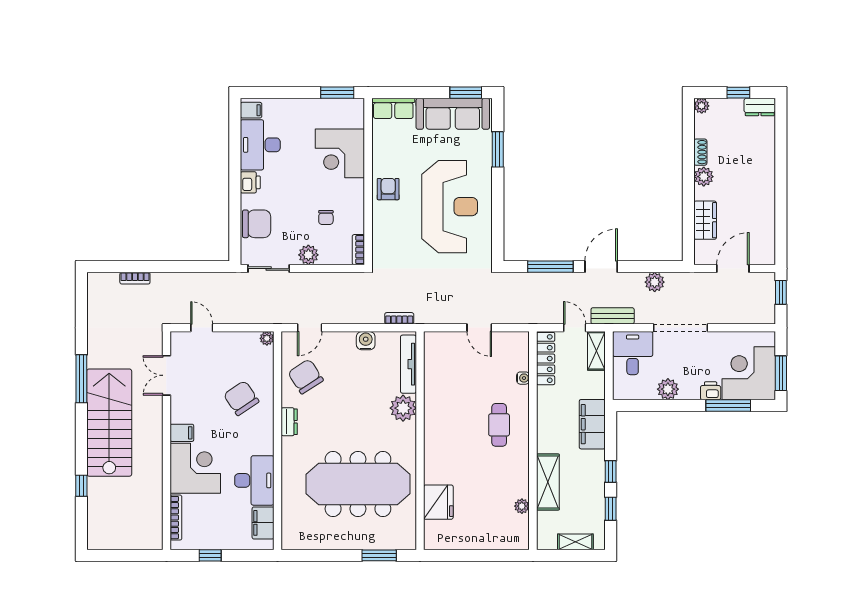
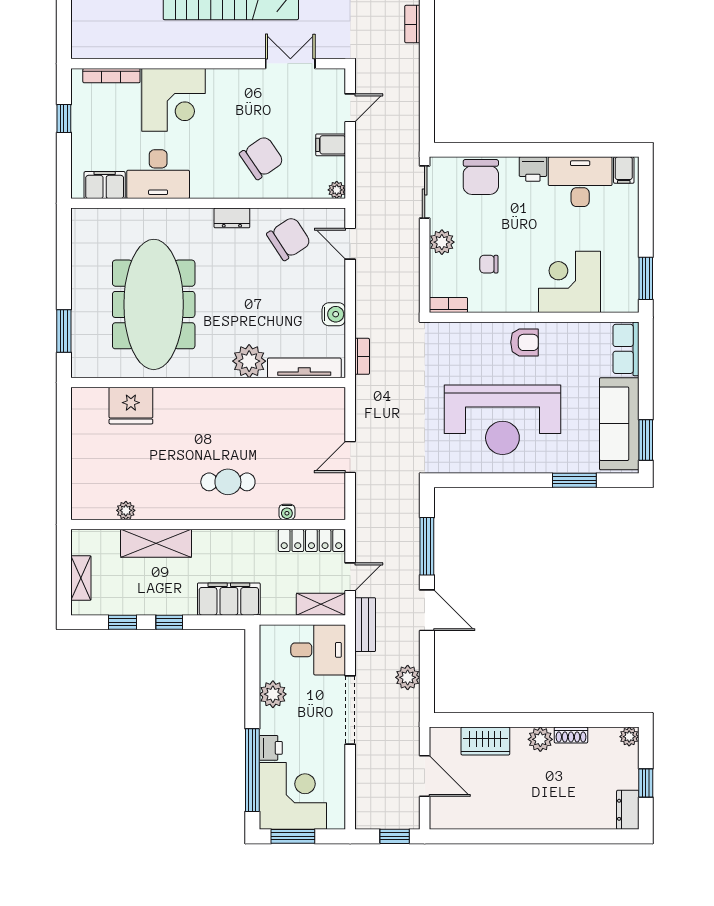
window: (728, 405) -> (252, 770), width x1.46
filing cabinet: (182, 433) -> (331, 145), moved, turned 90

